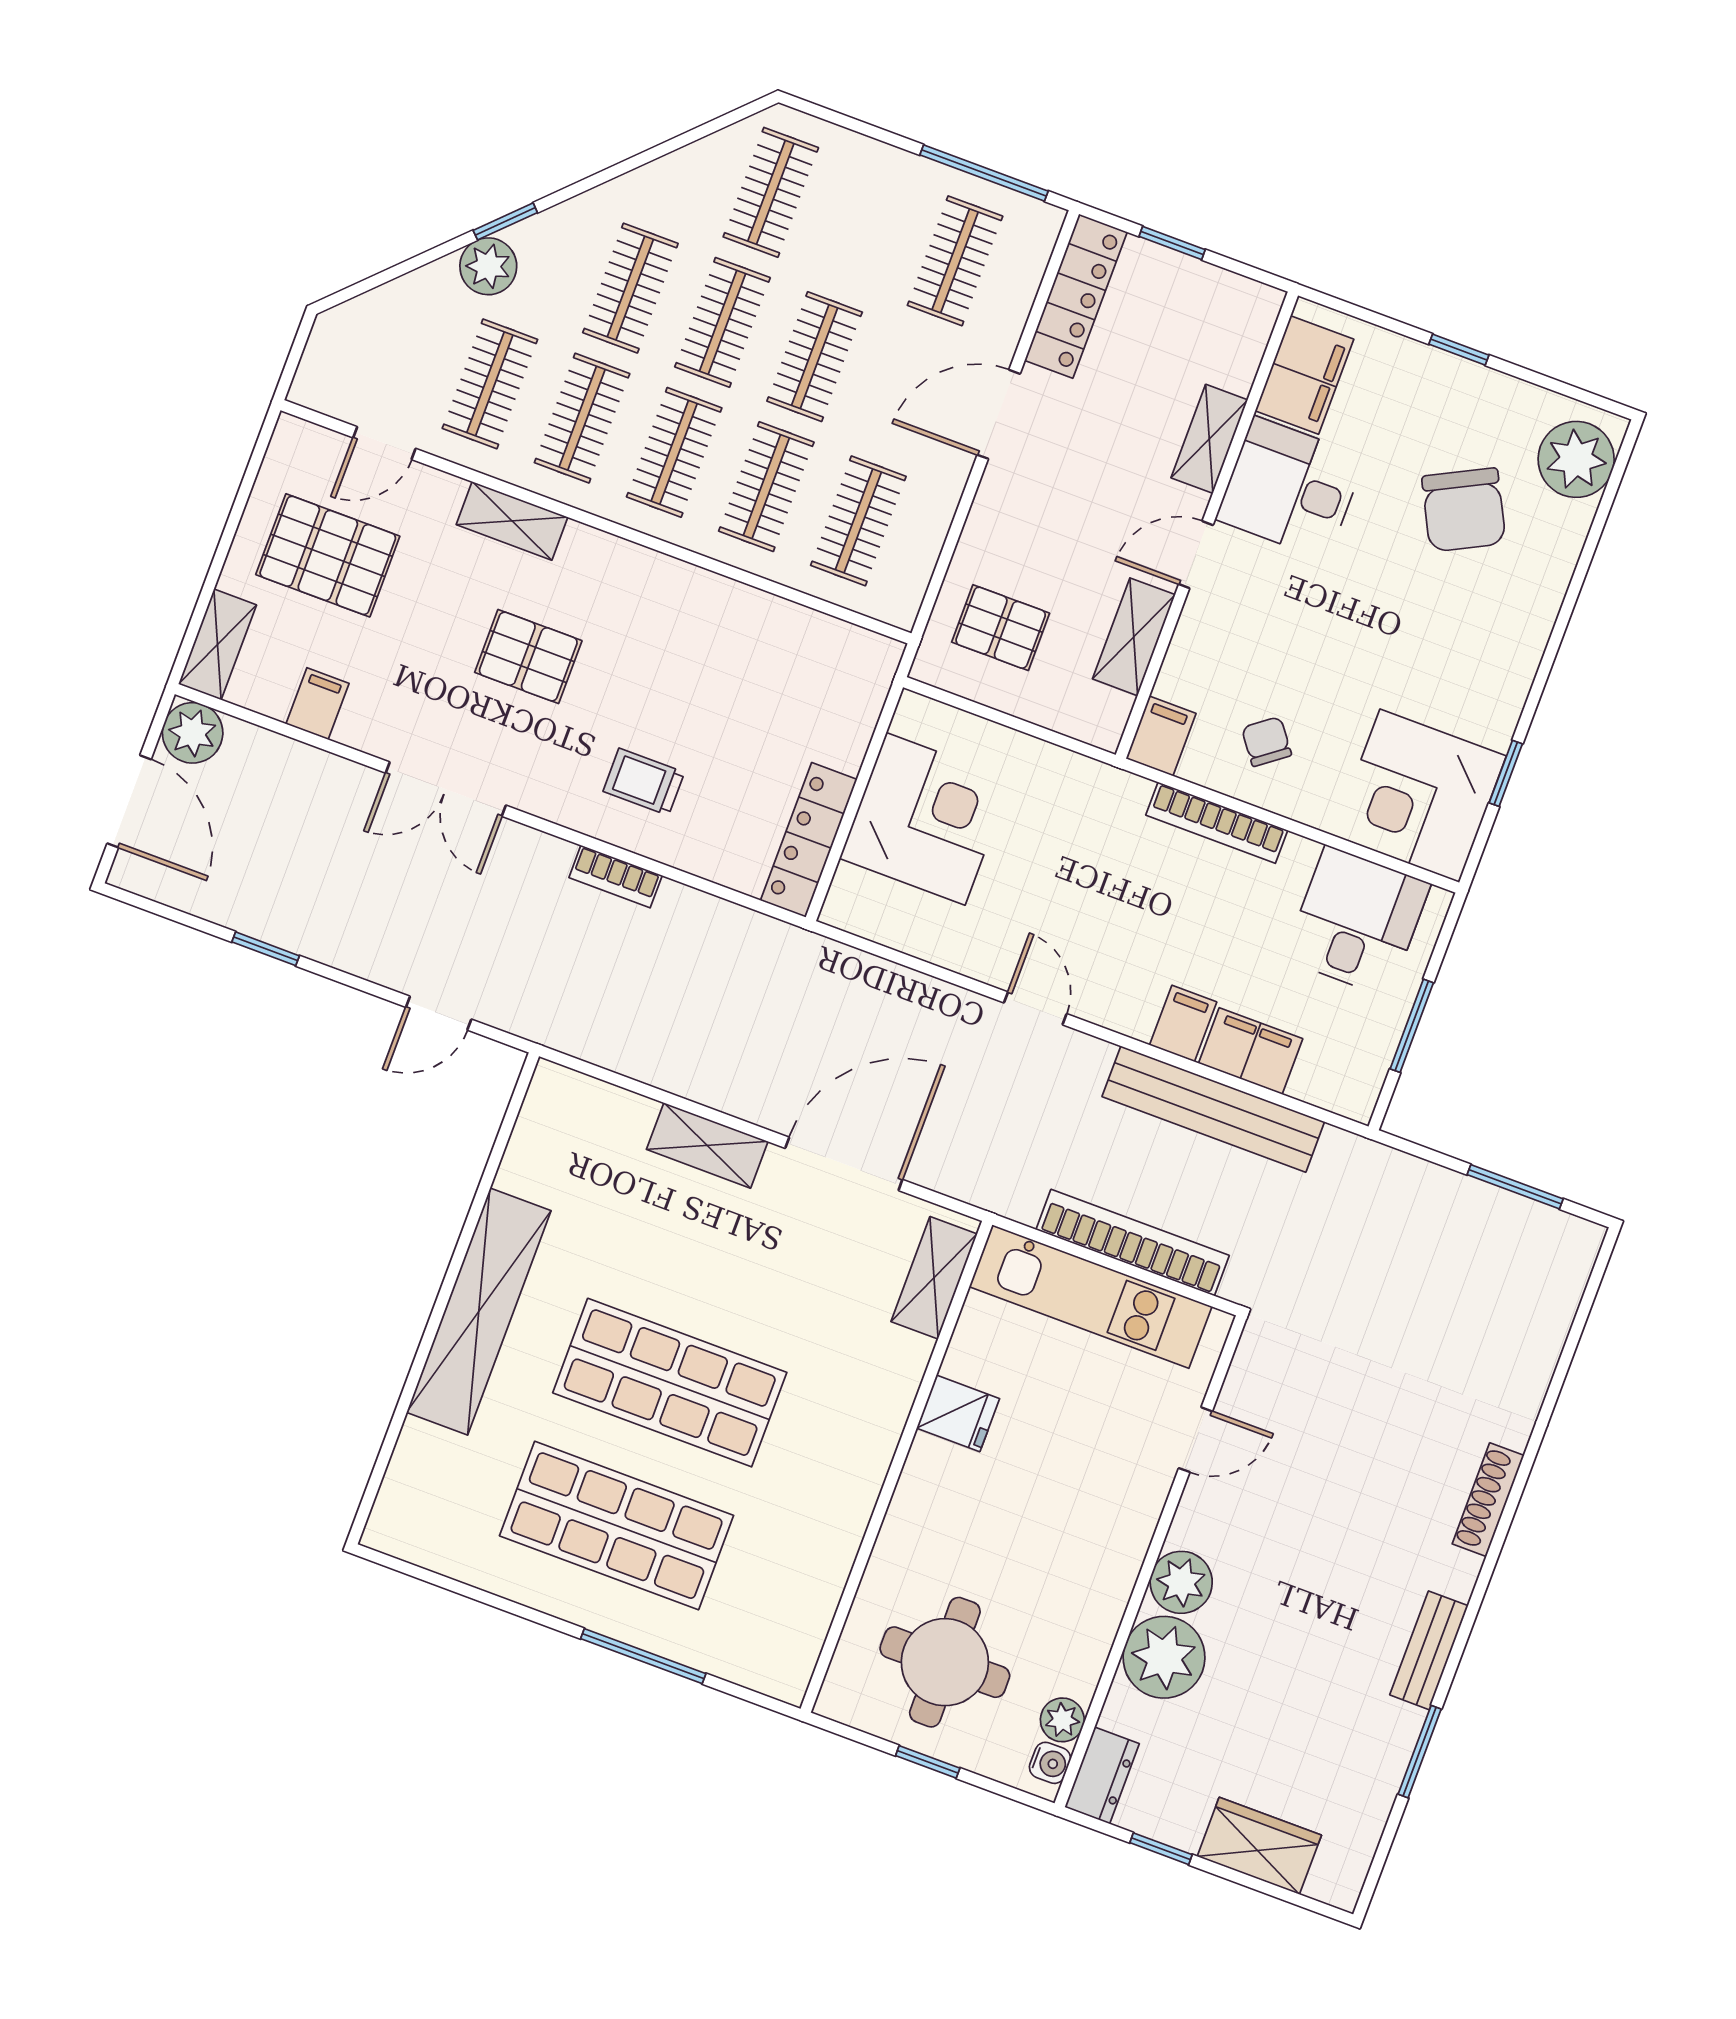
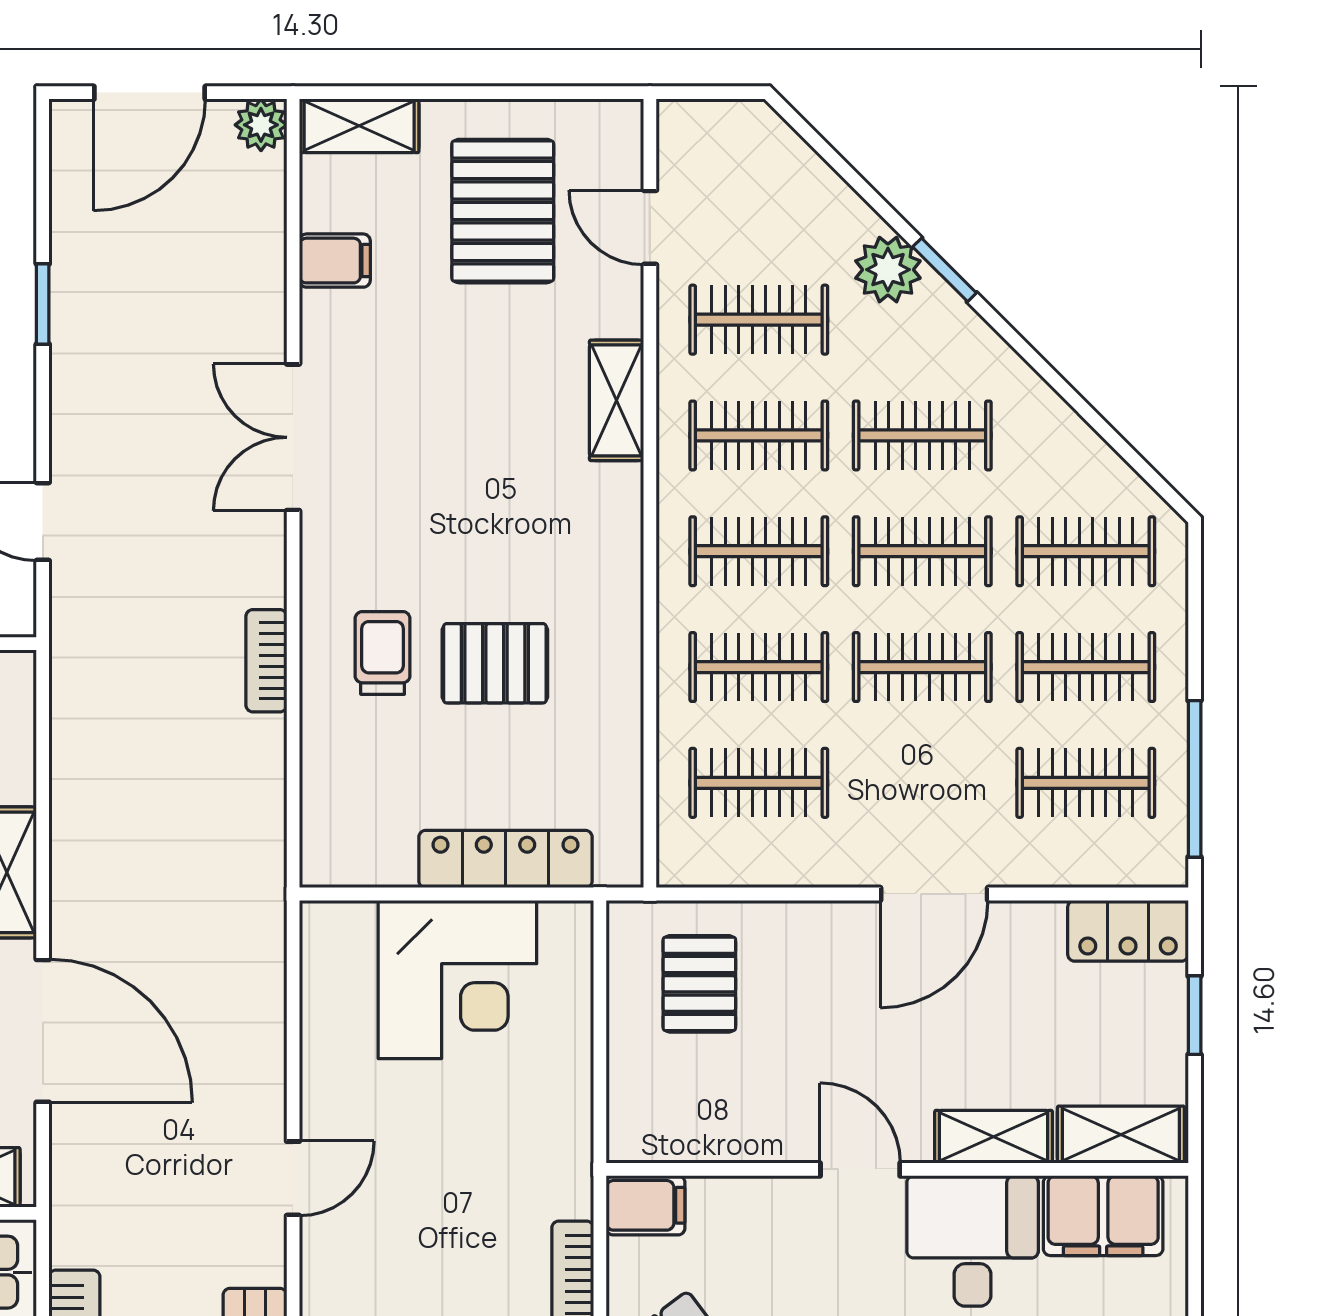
clothes rail: (863, 227) -> (1086, 667), added
locker: (1076, 296) -> (1128, 931), width x0.66
door: (999, 414) -> (934, 894), swing flipped
shelving: (1134, 637) -> (1121, 1135), moved
pallet: (528, 657) -> (495, 663), moved, turned 90
plant: (193, 733) -> (261, 125), width x0.73, depth x0.73
locker: (809, 840) -> (506, 859), moved

